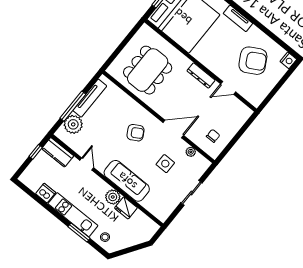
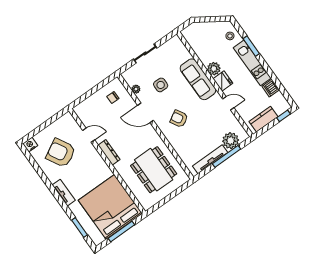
dining table: (148, 70) -> (154, 170), turned 90
window: (36, 152) -> (283, 116), moved
kitchen counter: (58, 152) -> (264, 119), moved, turned -90
door: (87, 164) -> (228, 103), swing flipped
fridge: (126, 208) -> (223, 81), moved

